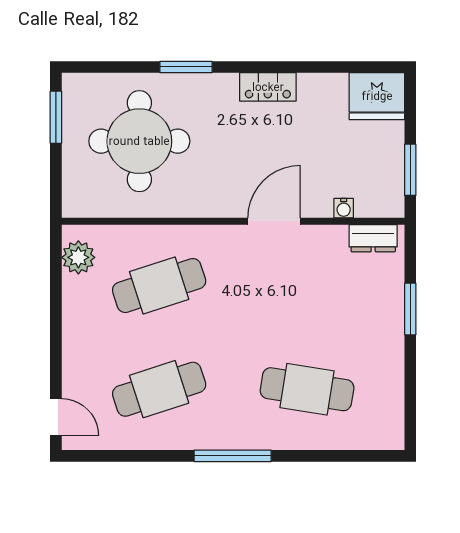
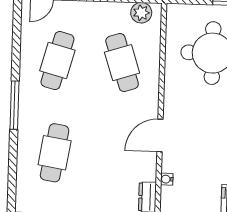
door: (274, 221) -> (160, 135), swing flipped
cafe table: (159, 389) -> (57, 61), turned 33

